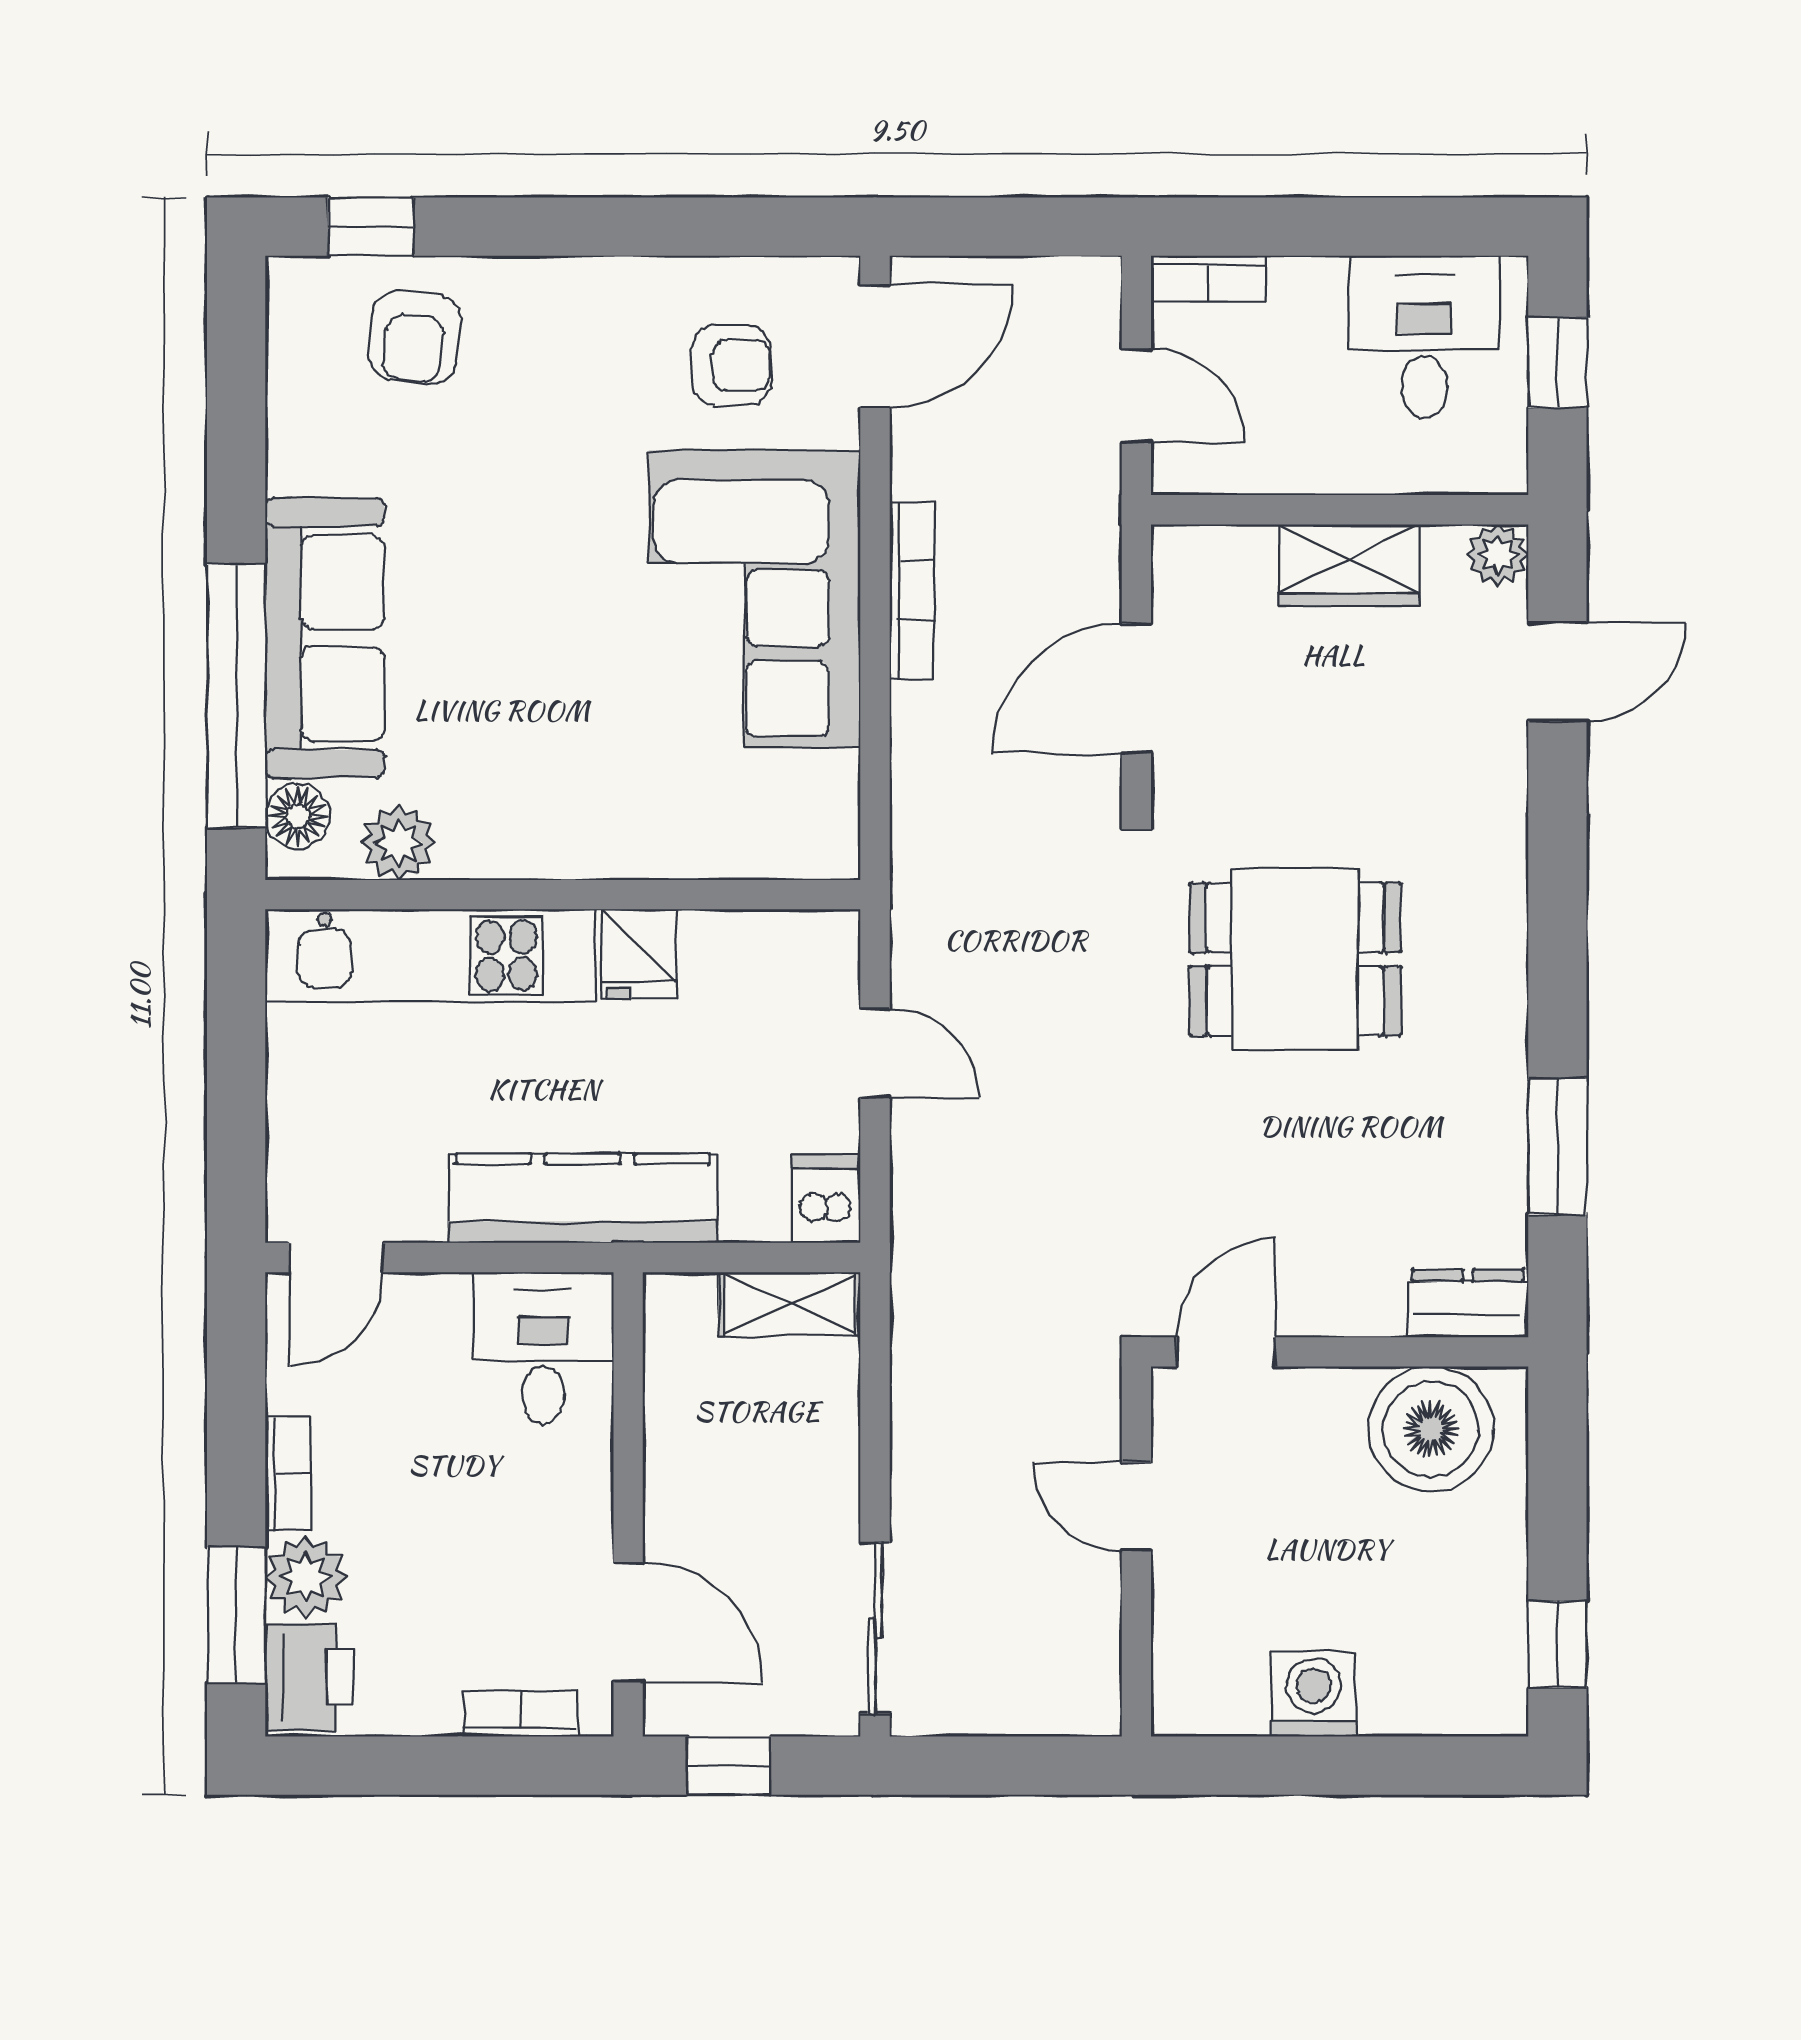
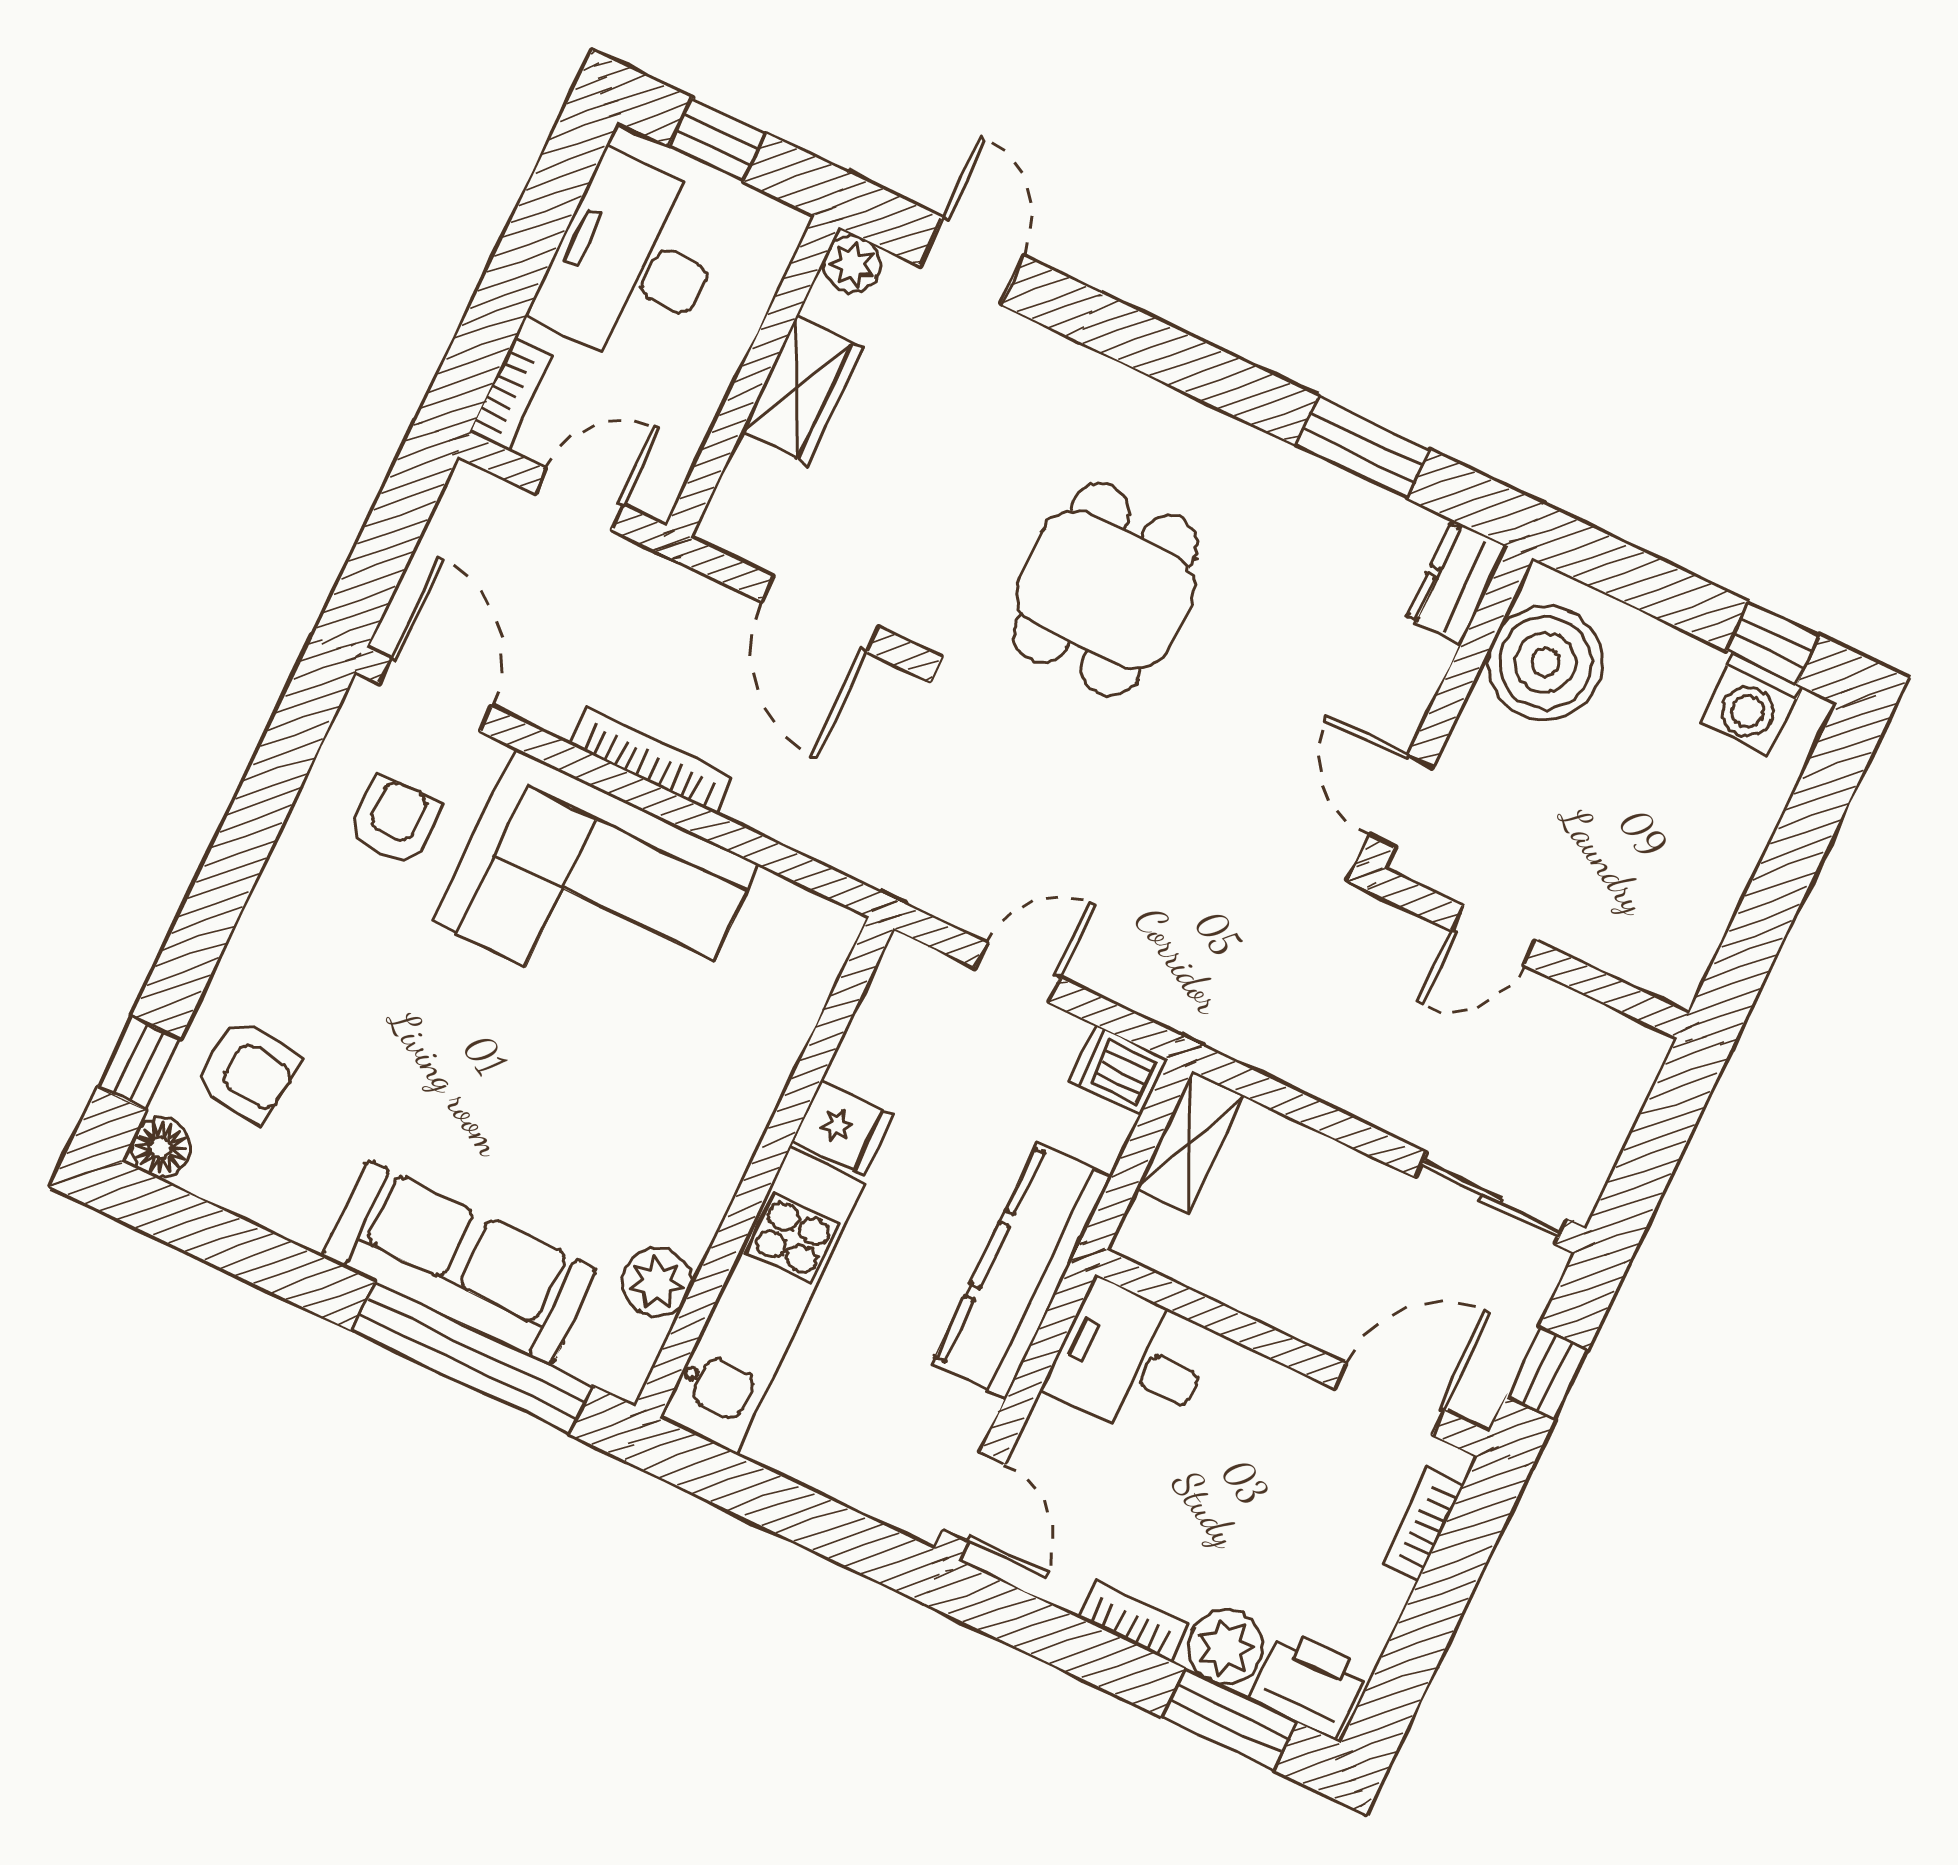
desk: (1425, 337) -> (633, 262), width x1.37
floor lamp: (298, 816) -> (161, 1148), moved
washing machine: (1314, 1694) -> (1751, 705), moved, turned -90

